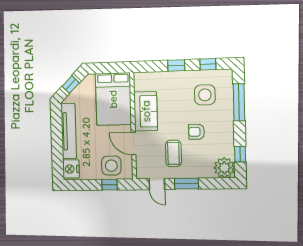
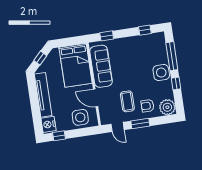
window: (176, 65) -> (107, 36), moved
side table: (205, 95) -> (161, 73), moved
sofa: (146, 111) -> (101, 66), width x1.36
armchair: (197, 132) -> (147, 106), moved
window: (240, 154) -> (176, 83), moved
window: (110, 185) -> (59, 136), moved

